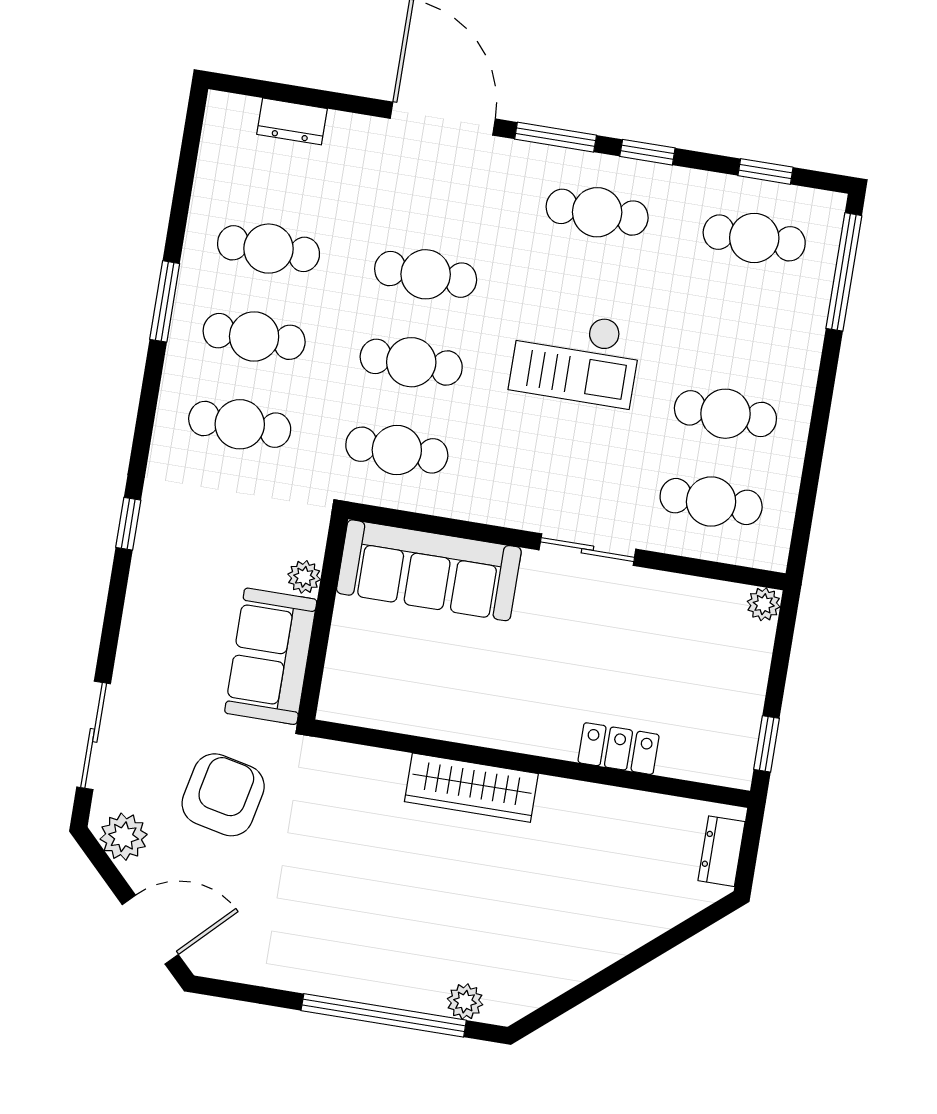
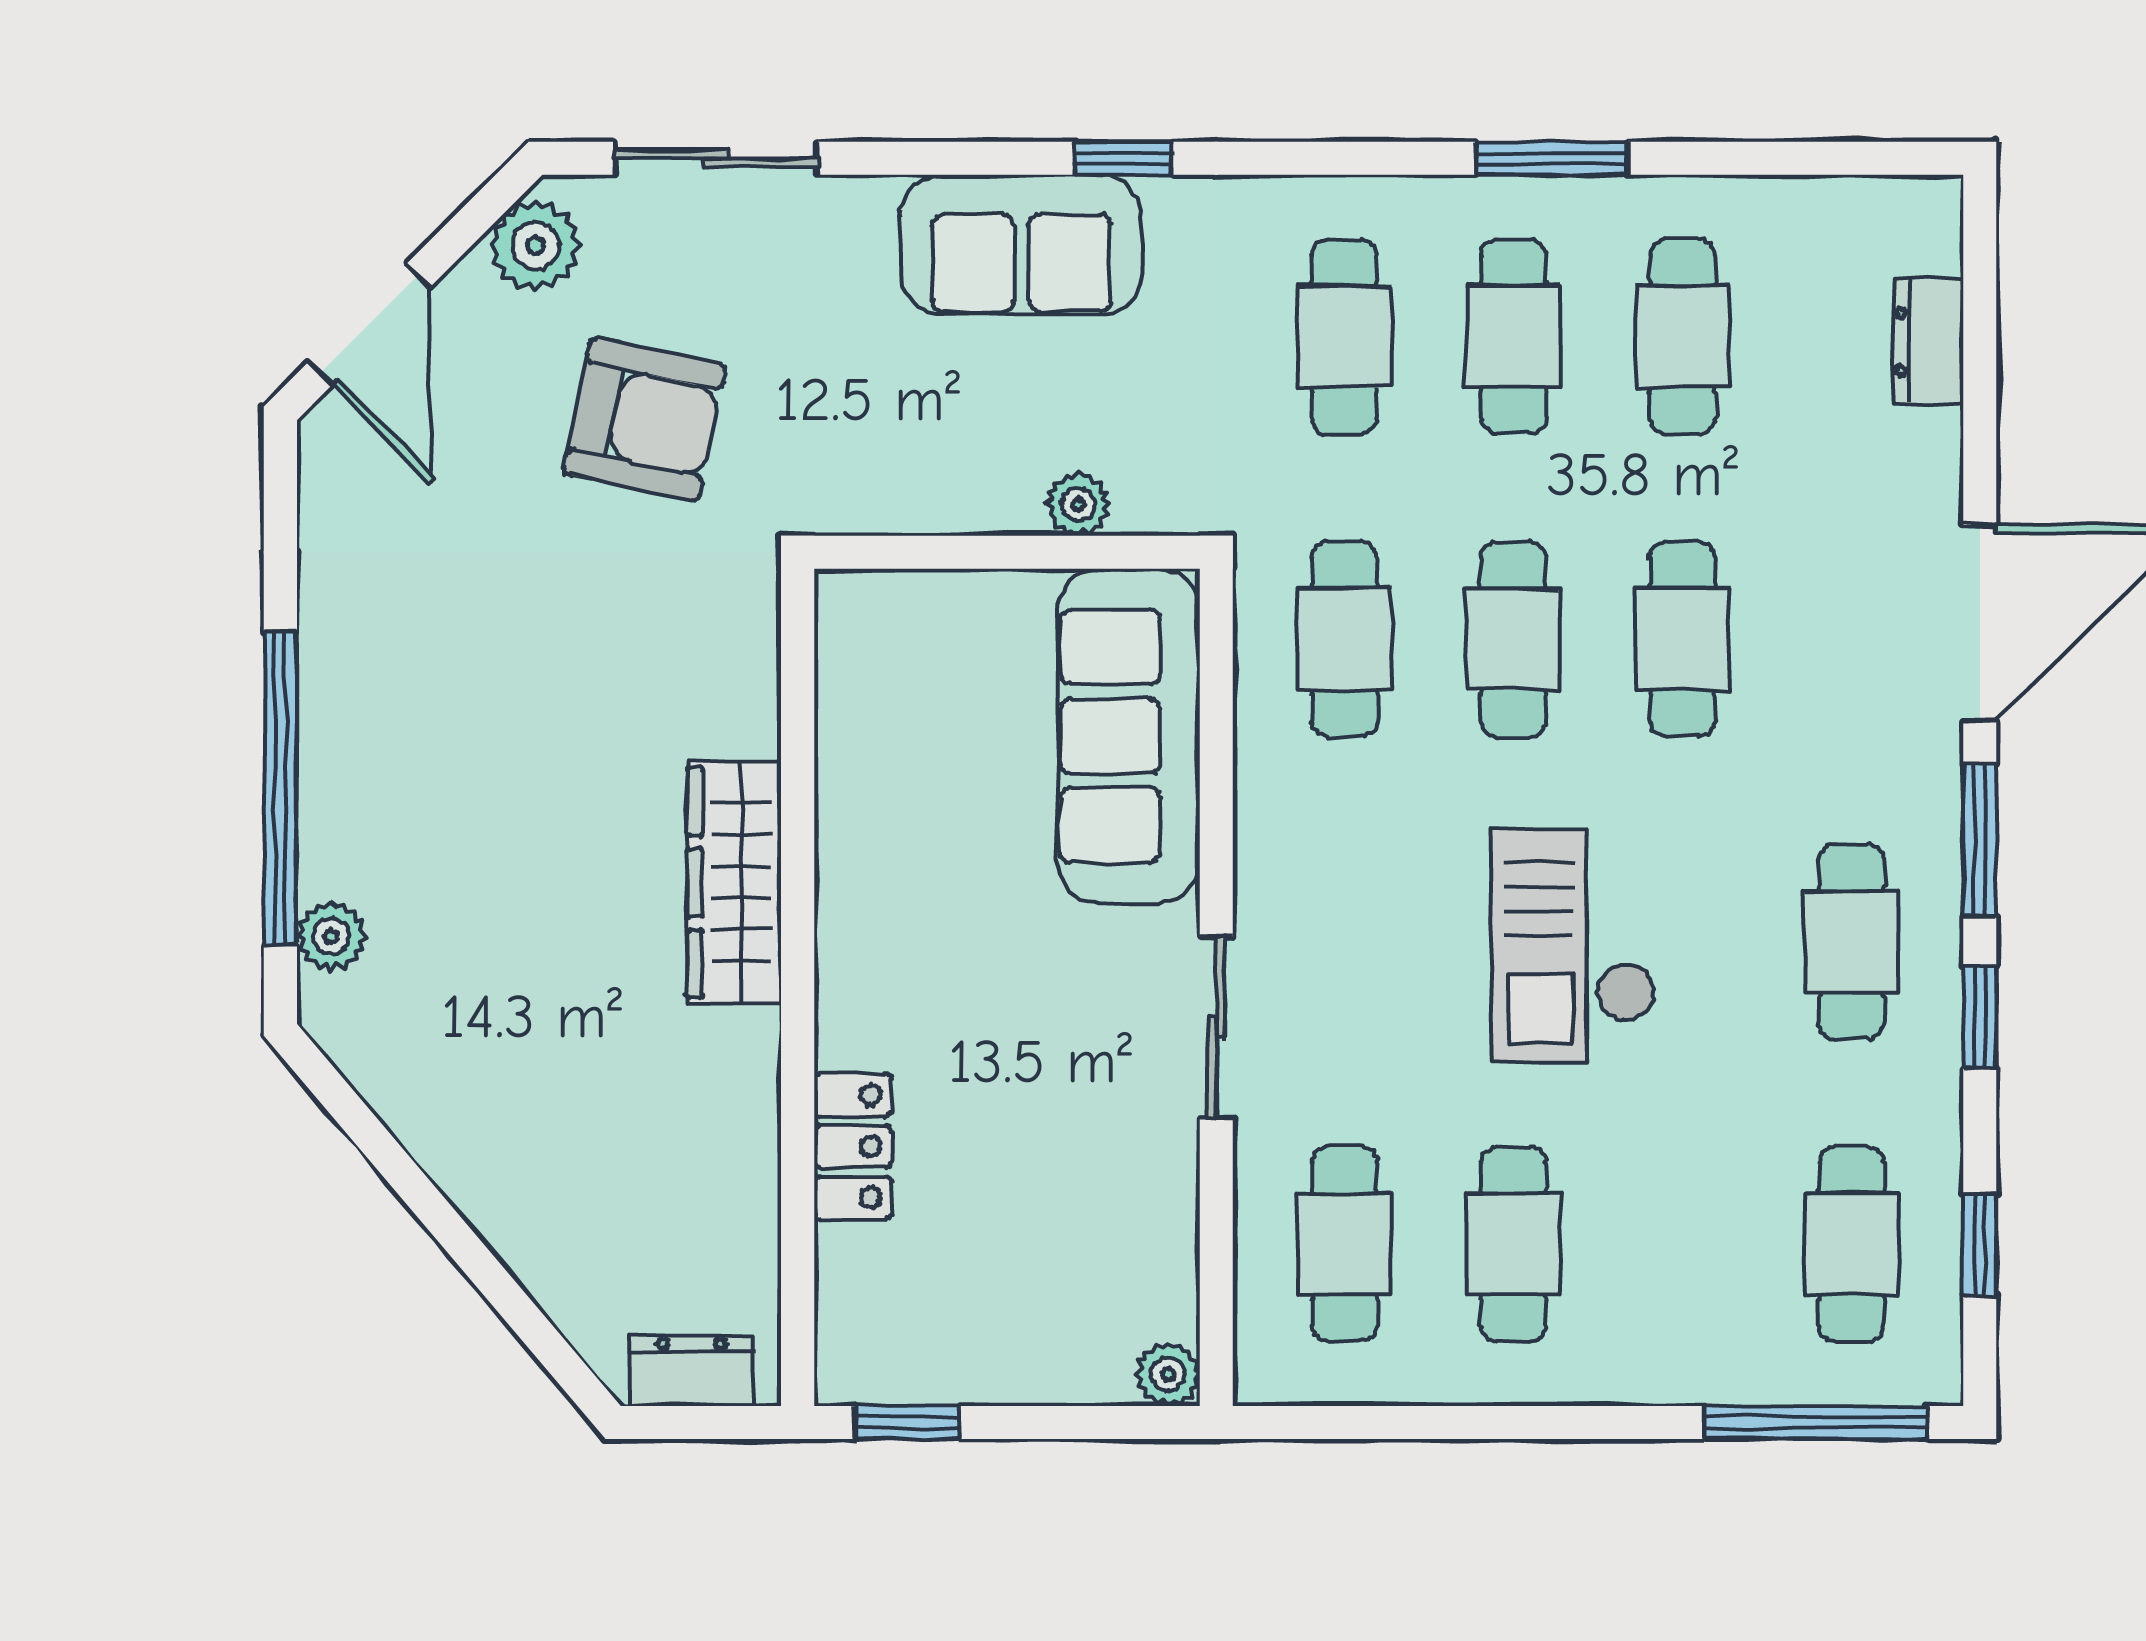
sofa: (271, 656) -> (1021, 245), moved, turned 180

